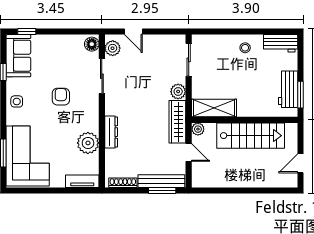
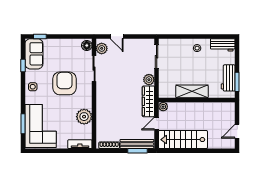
armchair: (61, 97) -> (64, 83), width x1.88, depth x1.88
shelving: (214, 108) -> (192, 91), moved
dresser: (111, 132) -> (101, 109), removed
stairs: (251, 136) -> (183, 140), moved, turned 180
door: (189, 153) -> (157, 123), swing flipped

